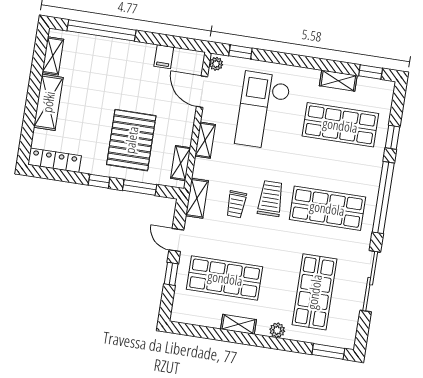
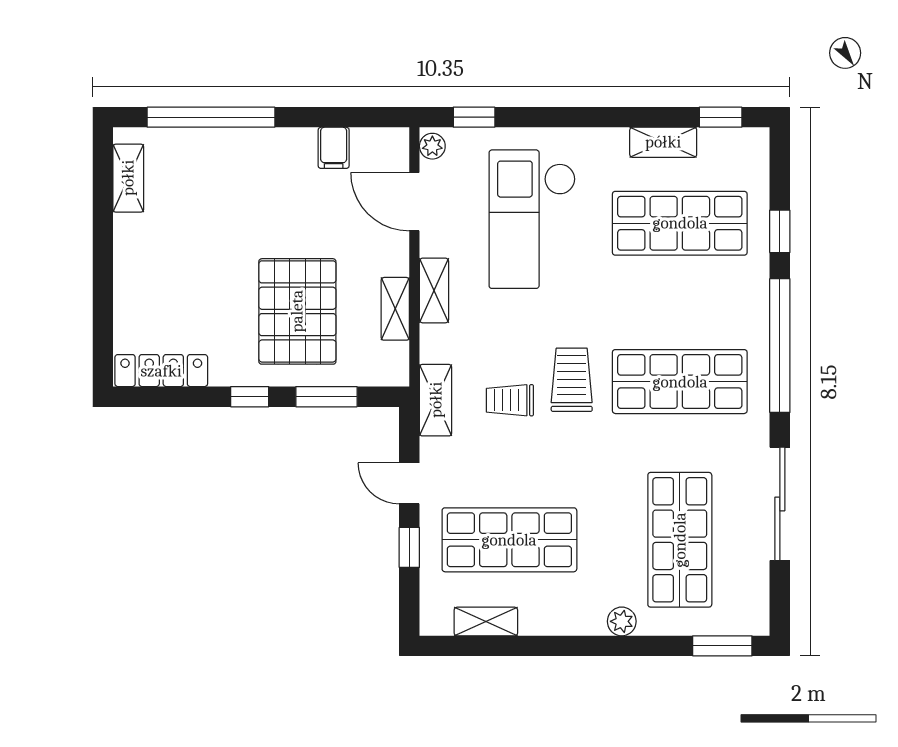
shelving: (48, 102) -> (133, 265), removed
shelving: (181, 163) -> (395, 309), moved
trolley: (236, 204) -> (510, 400), turned 88
shelving: (239, 324) -> (486, 622), moved

